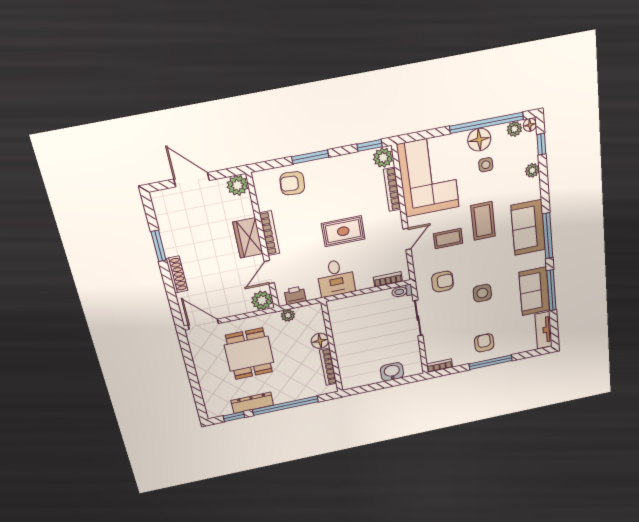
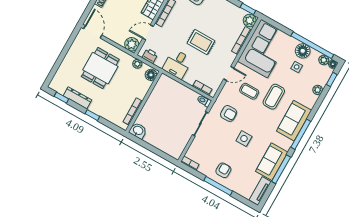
floor lamp: (320, 341) -> (151, 75), moved
washbasin: (392, 372) -> (138, 131), moved
window: (285, 406) -> (92, 115), width x0.32

